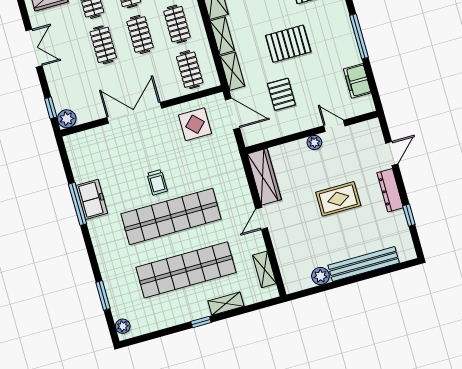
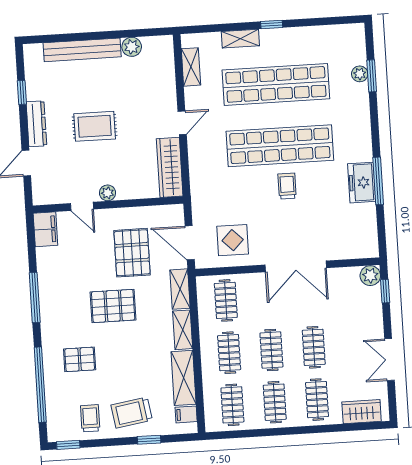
filing cabinet: (357, 81) -> (45, 229), moved
pallet: (281, 94) -> (132, 253), width x1.50, depth x1.42
plant: (123, 326) -> (360, 74), moved

